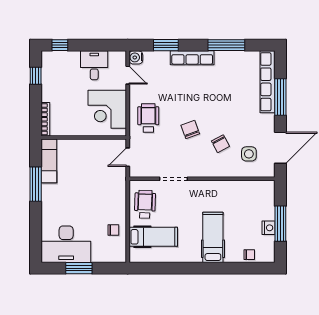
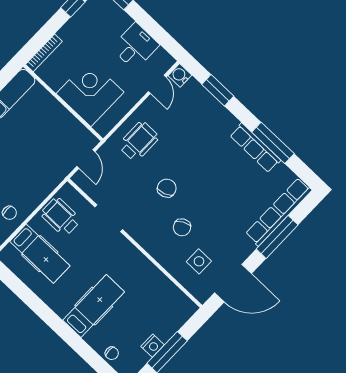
row of seats: (192, 58) -> (255, 148), moved
corner desk: (107, 109) -> (90, 93), moved, turned 90
door: (128, 157) -> (86, 159), swing flipped
wheelchair: (145, 204) -> (61, 217), turned -92

